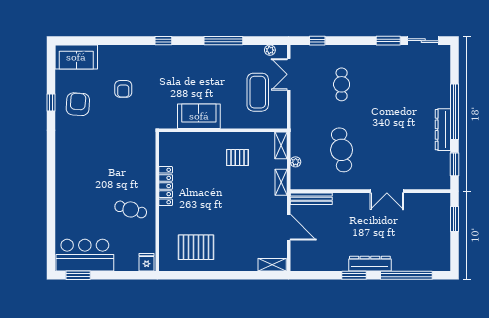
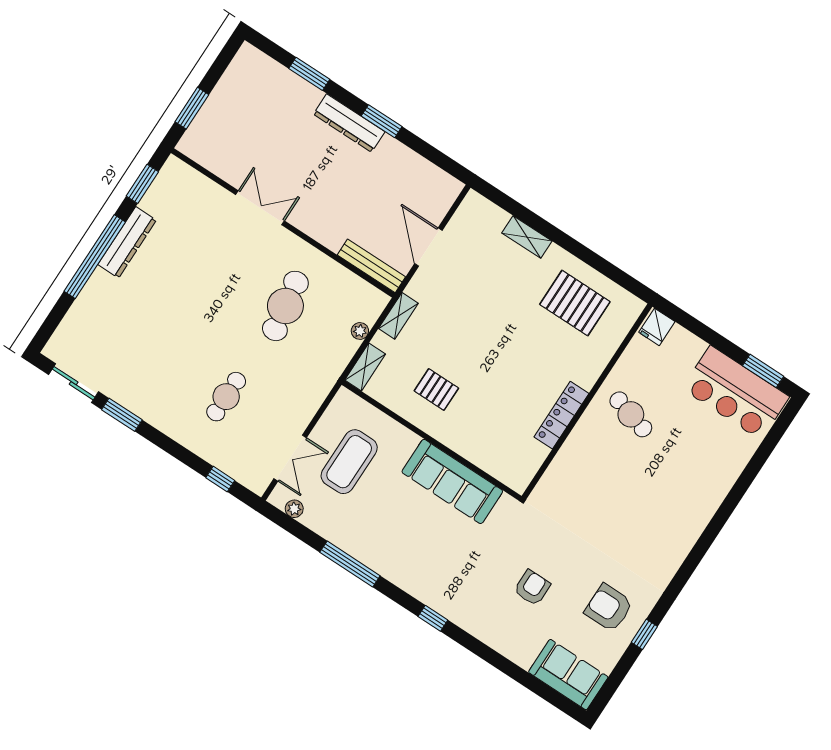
armchair: (78, 104) -> (609, 608), turned 86
sofa: (199, 116) -> (452, 481), width x1.36
shelving: (272, 265) -> (527, 237), moved
window: (406, 275) -> (309, 74), width x0.47

